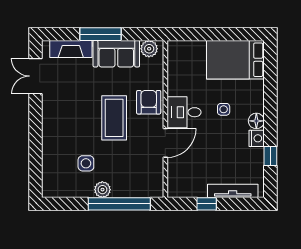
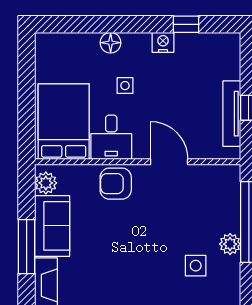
bed: (235, 60) -> (64, 122), moved, turned 180
desk: (184, 112) -> (111, 137), moved
coffee table: (114, 118) -> (136, 229), removed
floor lamp: (256, 121) -> (111, 43), moved
tv unit: (233, 191) -> (232, 114), moved

